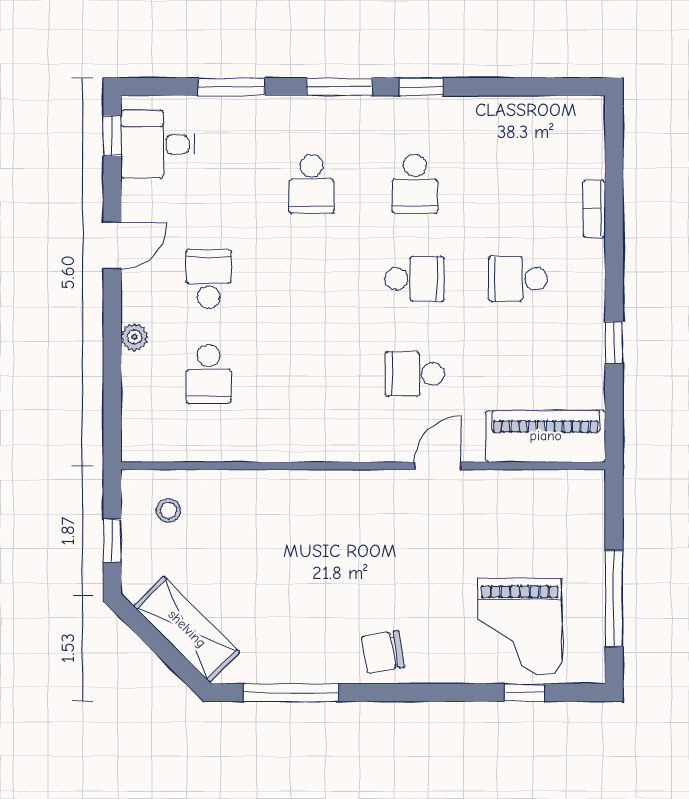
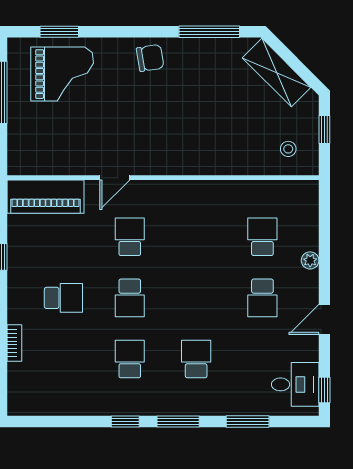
school desk: (415, 279) -> (130, 298), turned -90
school desk: (415, 374) -> (130, 237), turned -90
grand piano: (520, 627) -> (62, 74), turned 90
window: (524, 693) -> (59, 32), width x1.50

